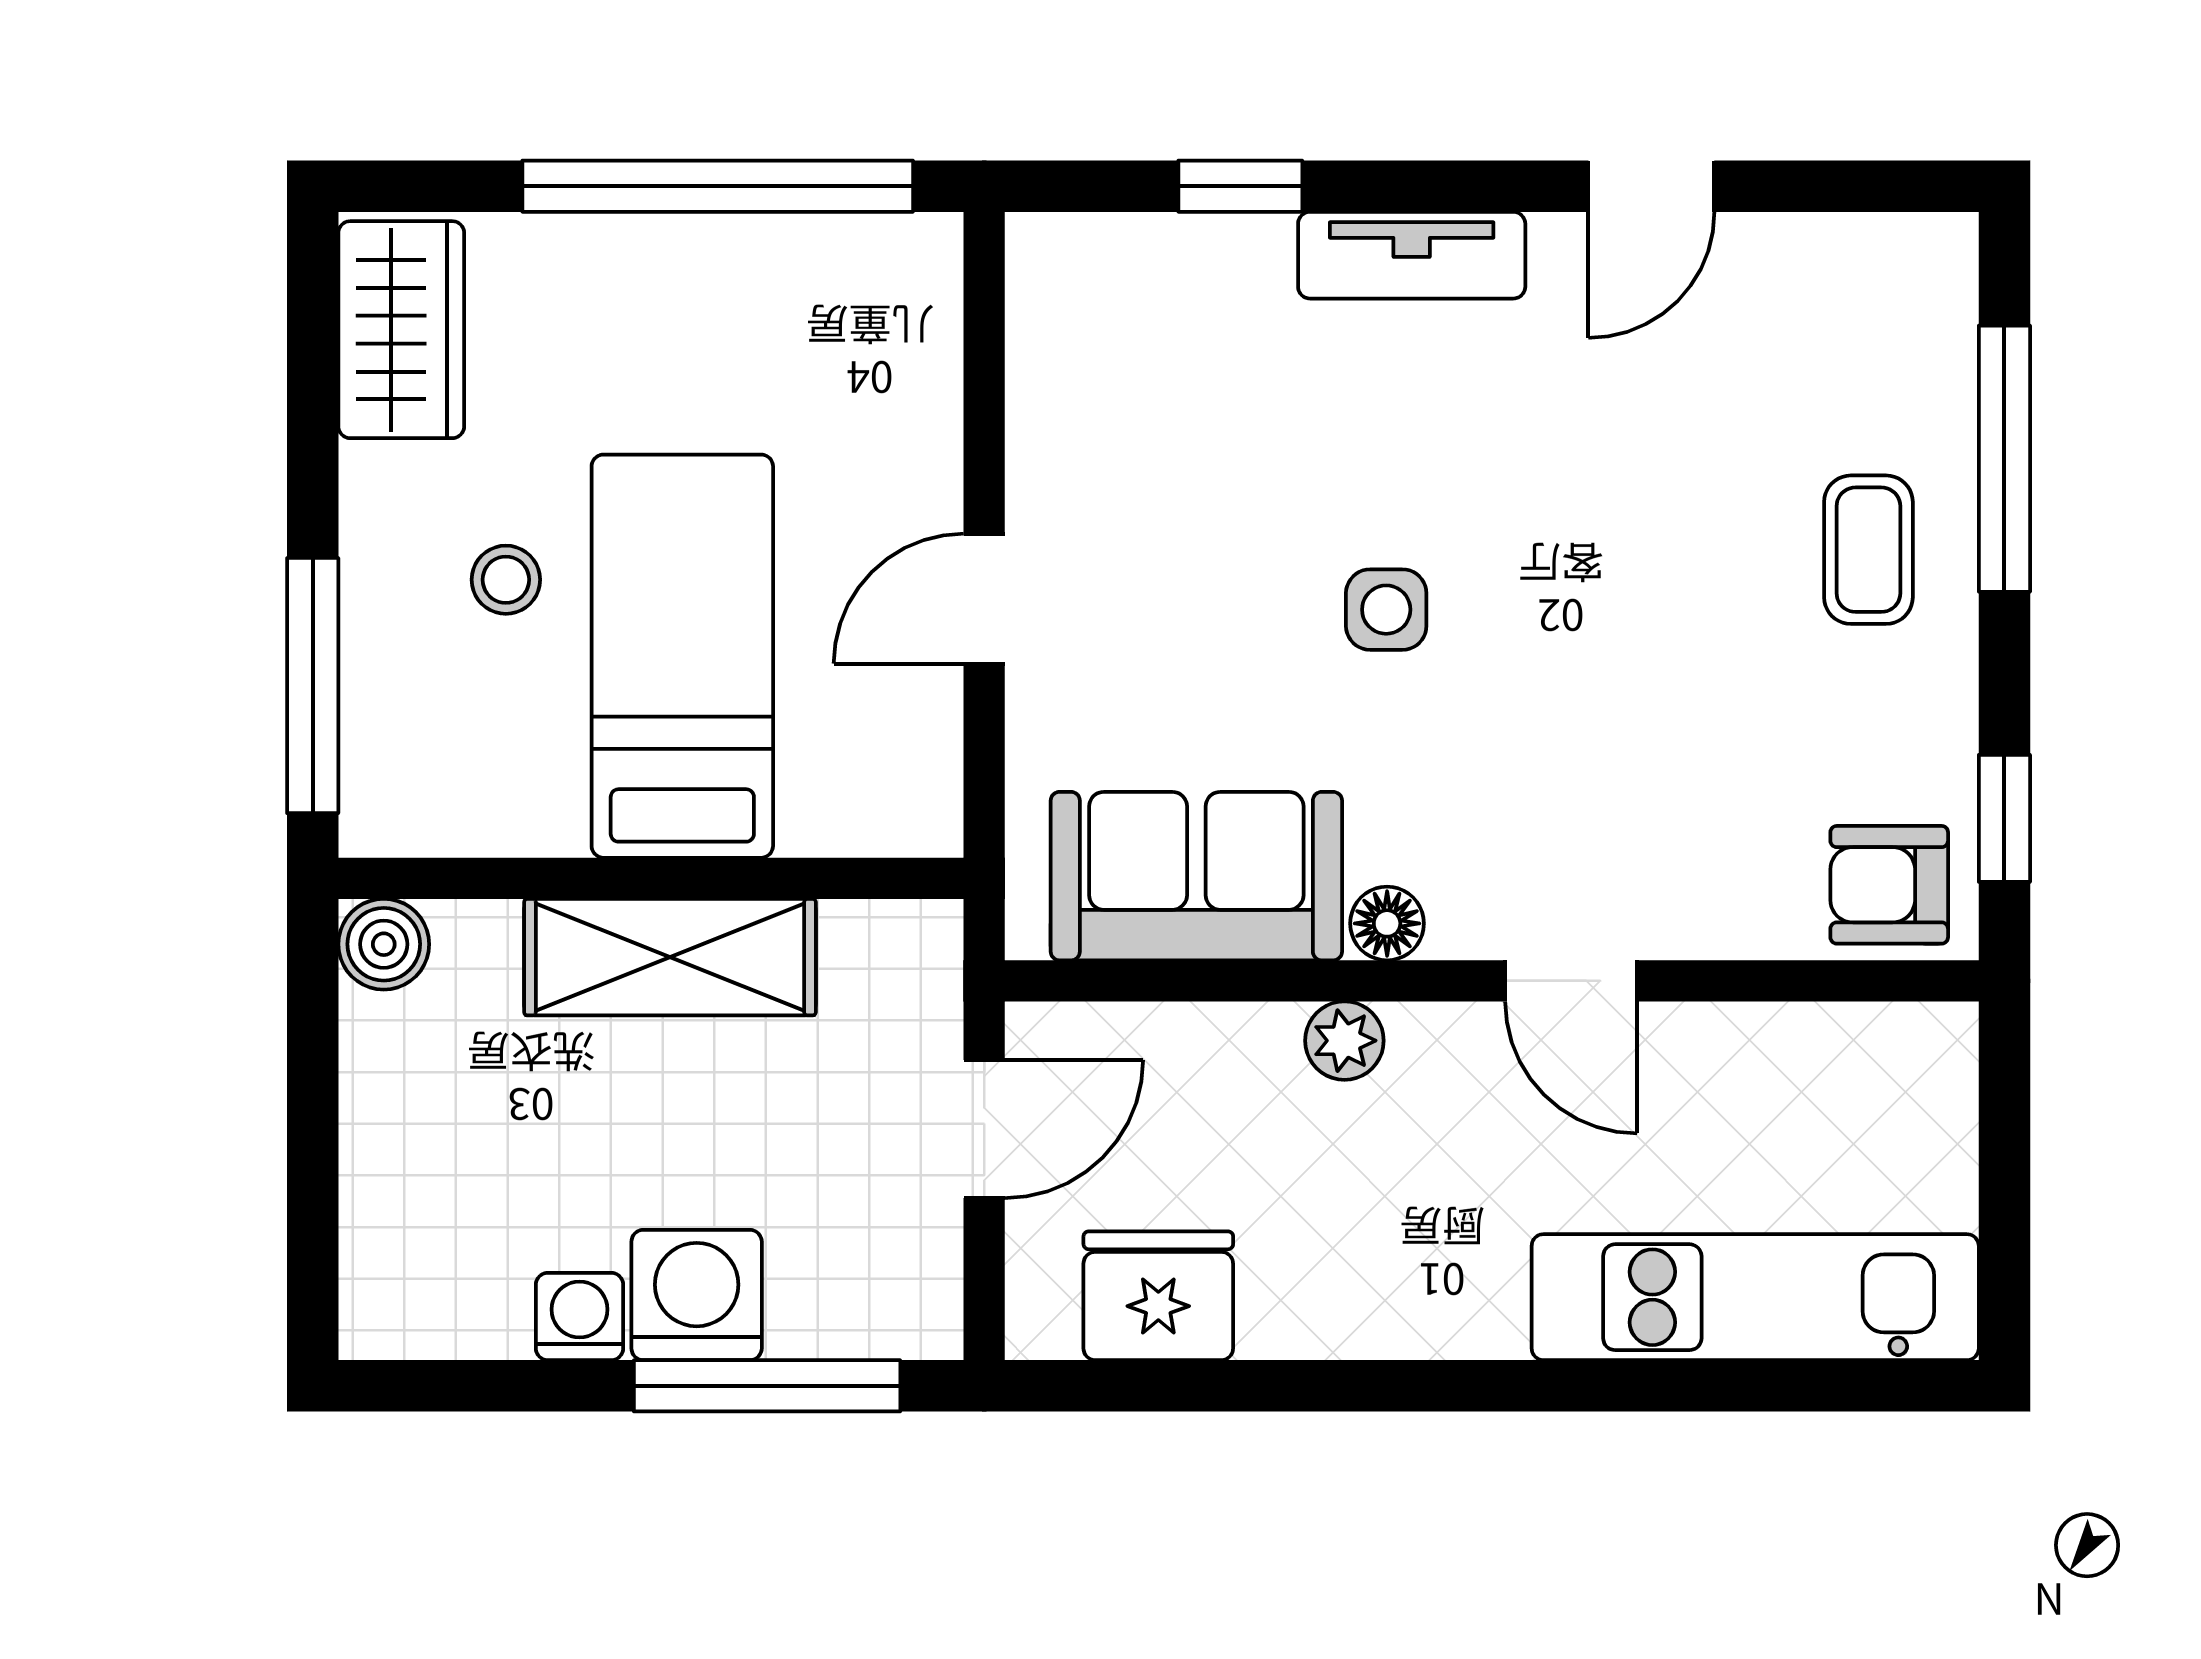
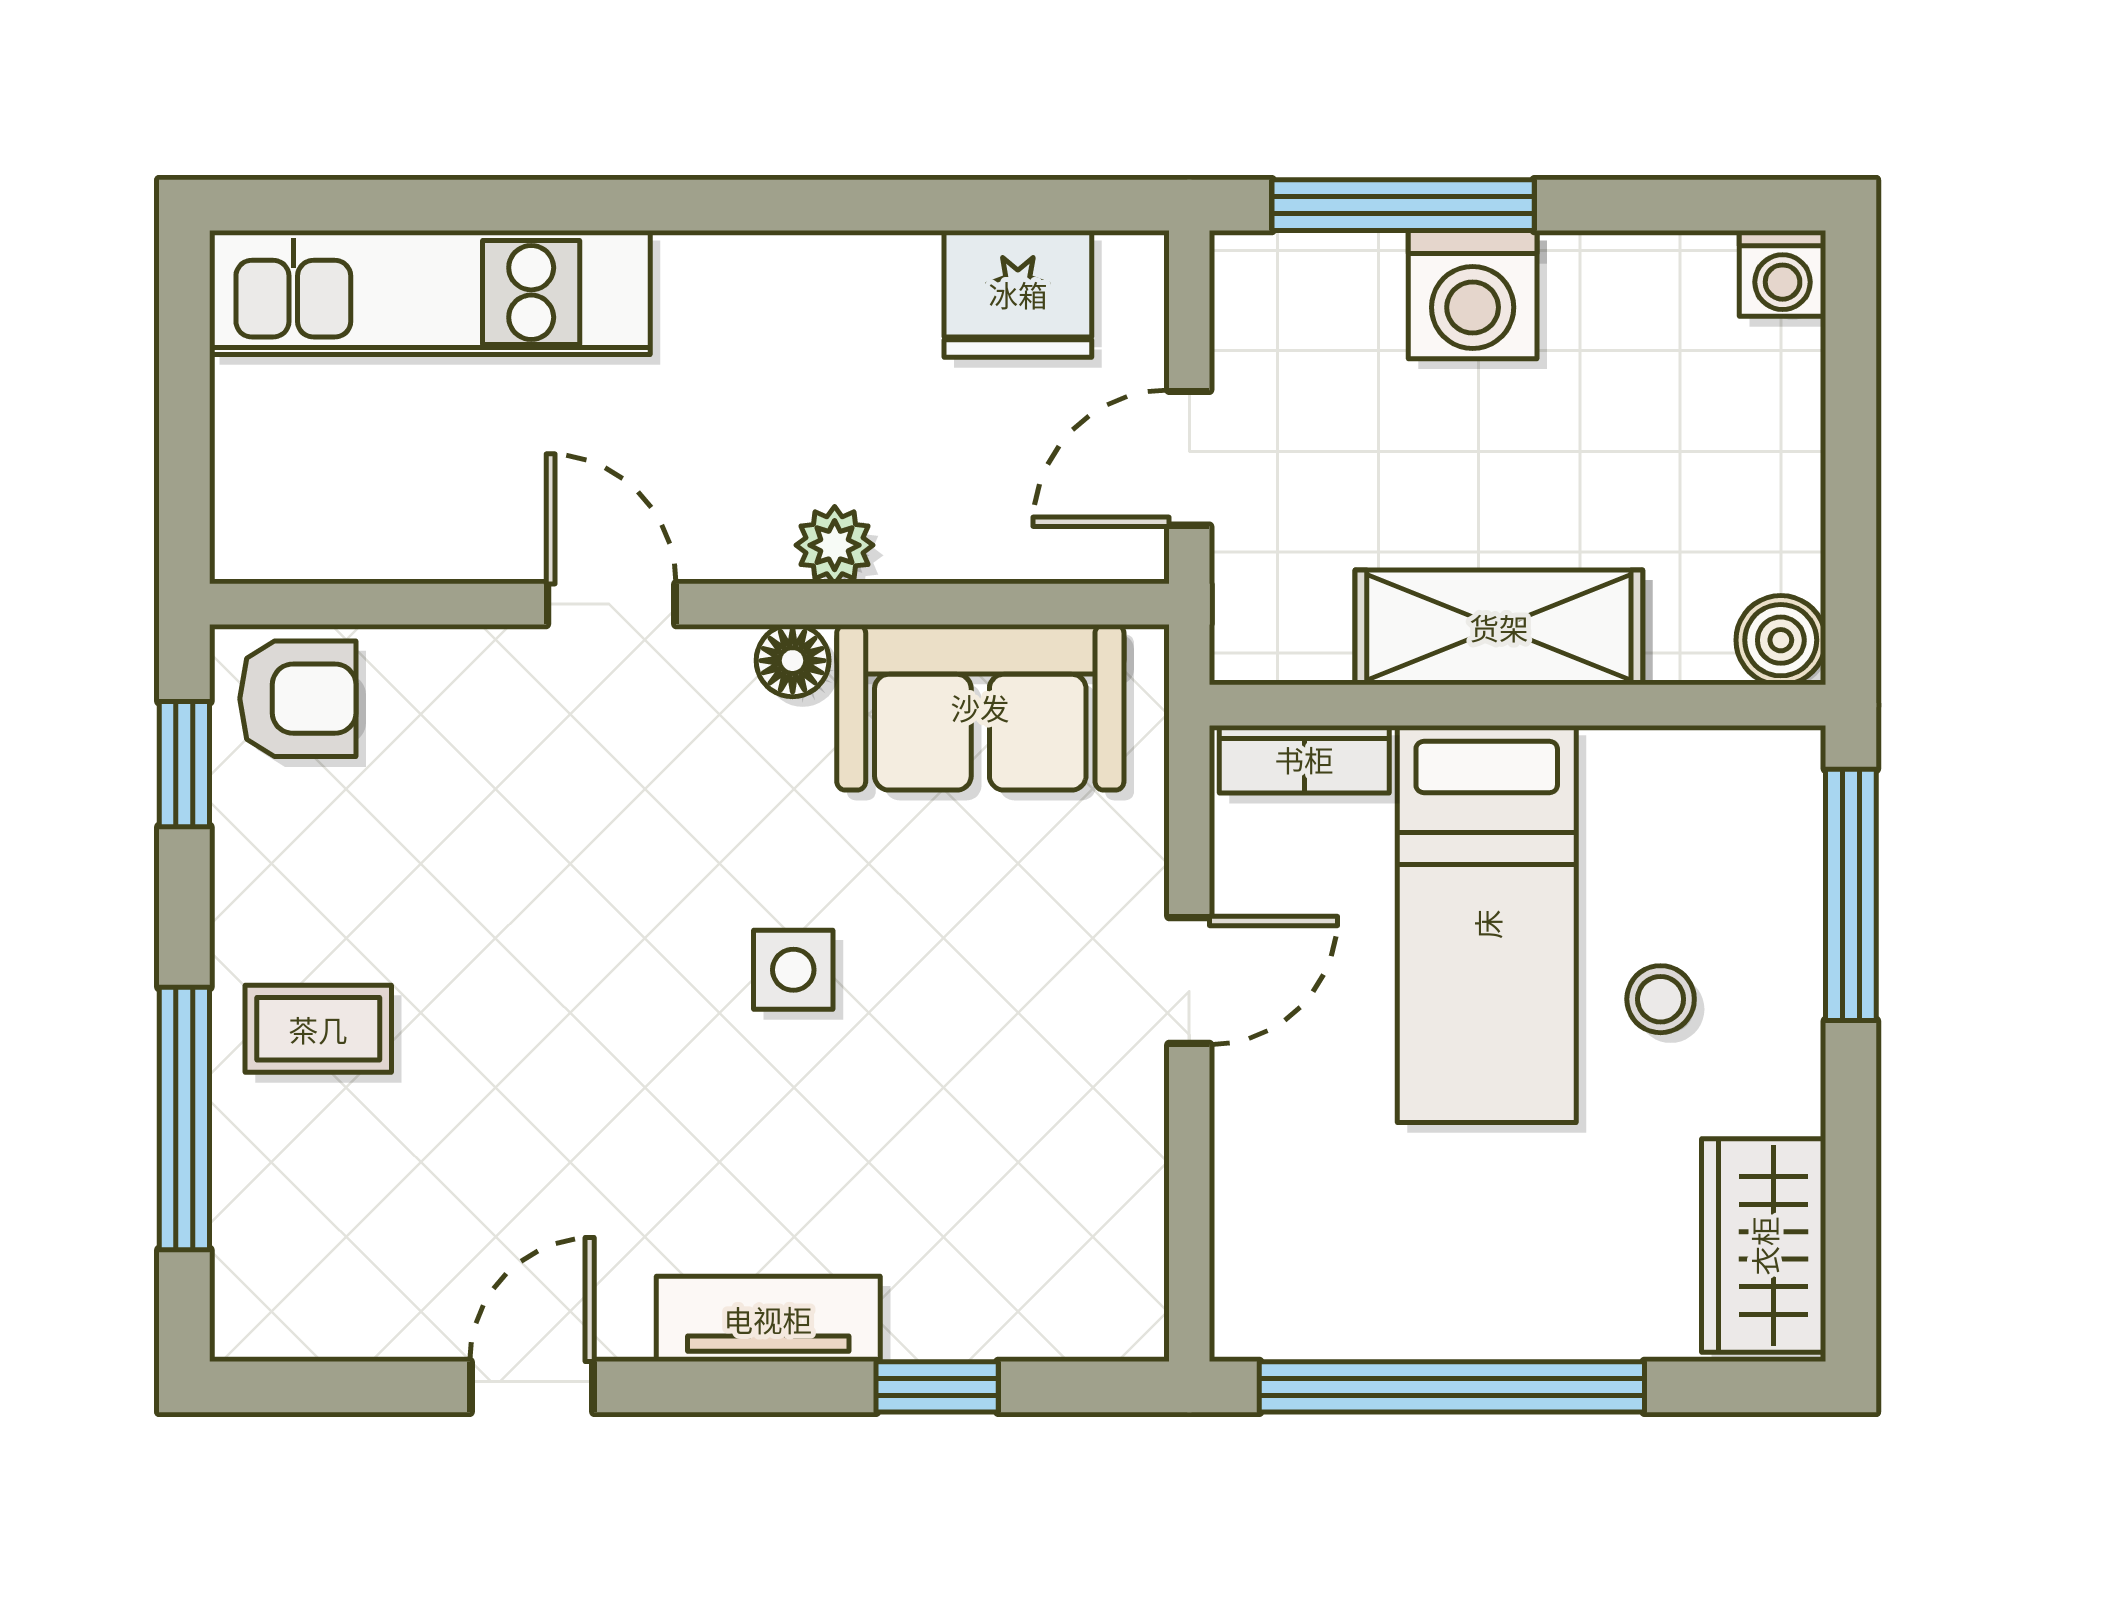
coffee table: (1868, 550) -> (318, 1029), turned 90
bookcase: (867, 823) -> (1304, 759), added
washing machine: (580, 1316) -> (1783, 273), moved

